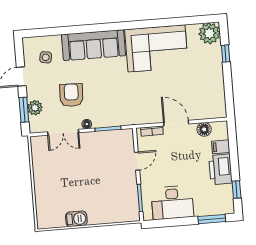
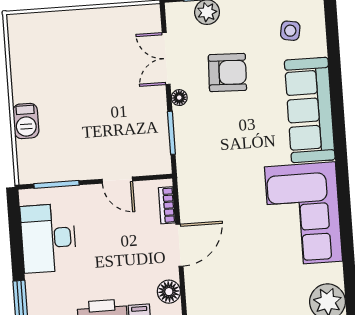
barbecue: (76, 219) -> (26, 121), moved

